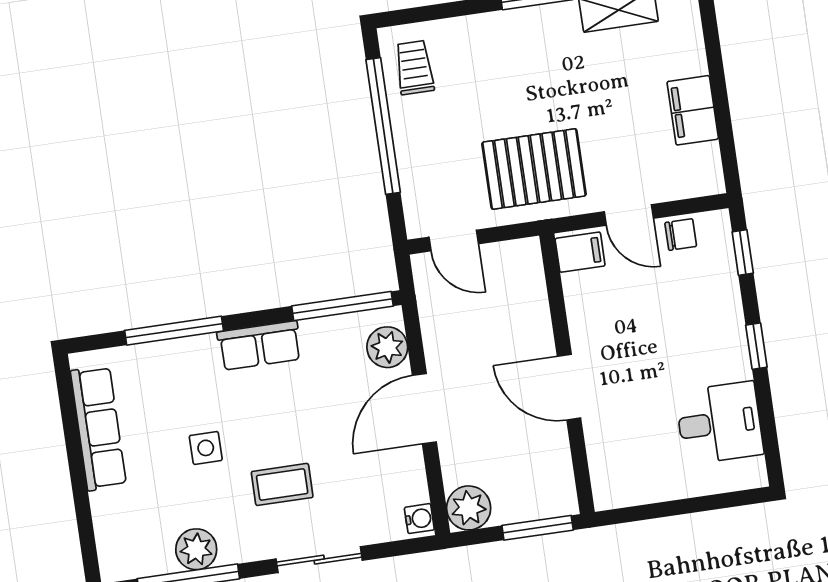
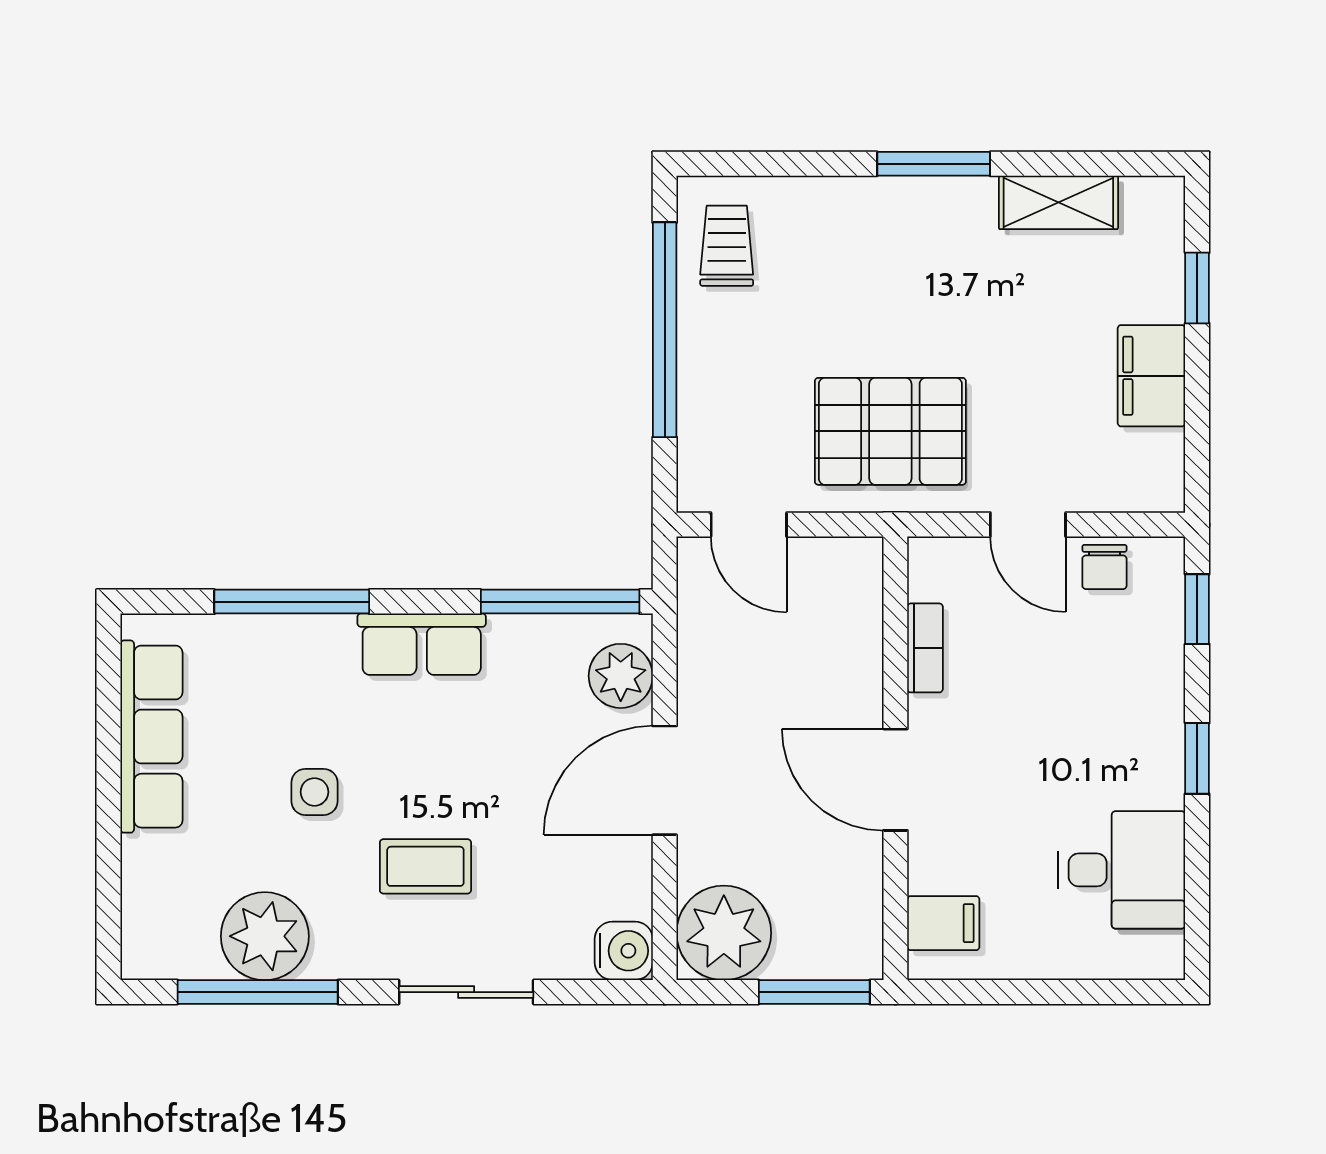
window: (713, 51) -> (1197, 288), added
chair: (681, 235) -> (1104, 567), turned 90
filing cabinet: (580, 252) -> (943, 923), moved
bookcase: (576, 302) -> (925, 648), added
plant: (469, 508) -> (724, 933), width x1.36, depth x1.36
water cooler: (419, 519) -> (624, 951), width x1.38, depth x1.38
plant: (196, 549) -> (265, 936), width x1.36, depth x1.36

